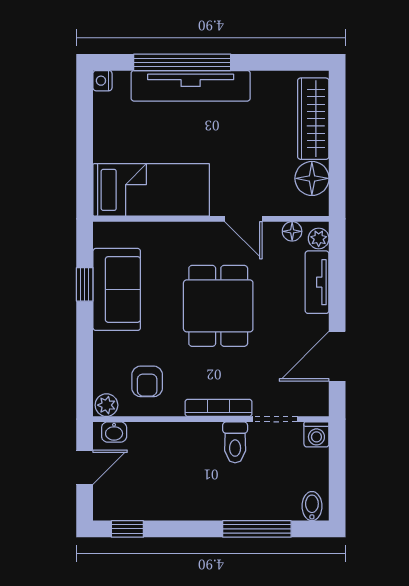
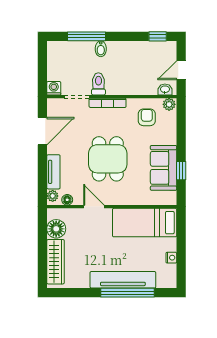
nightstand: (102, 81) -> (171, 258), moved
bidet: (312, 506) -> (101, 49), moved

